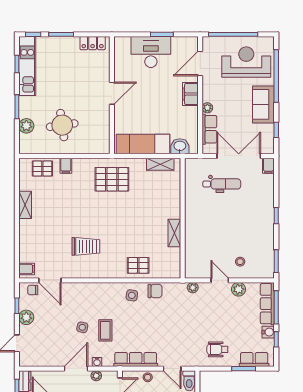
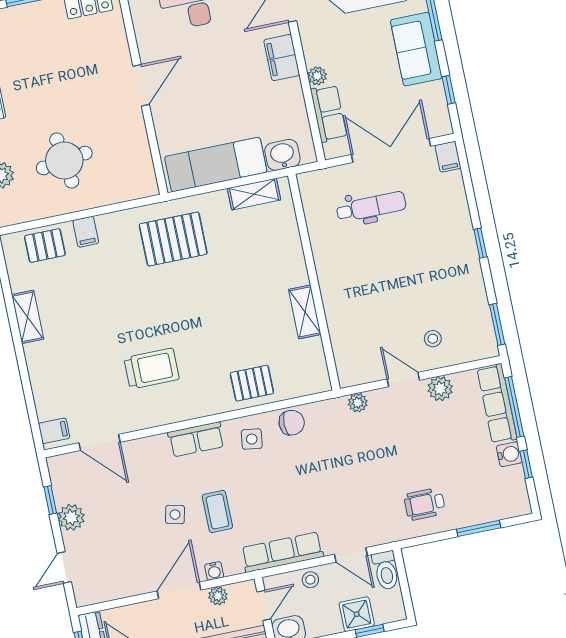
chair: (33, 290) -> (73, 466), removed
row of seats: (254, 359) -> (196, 439), moved, turned 180

